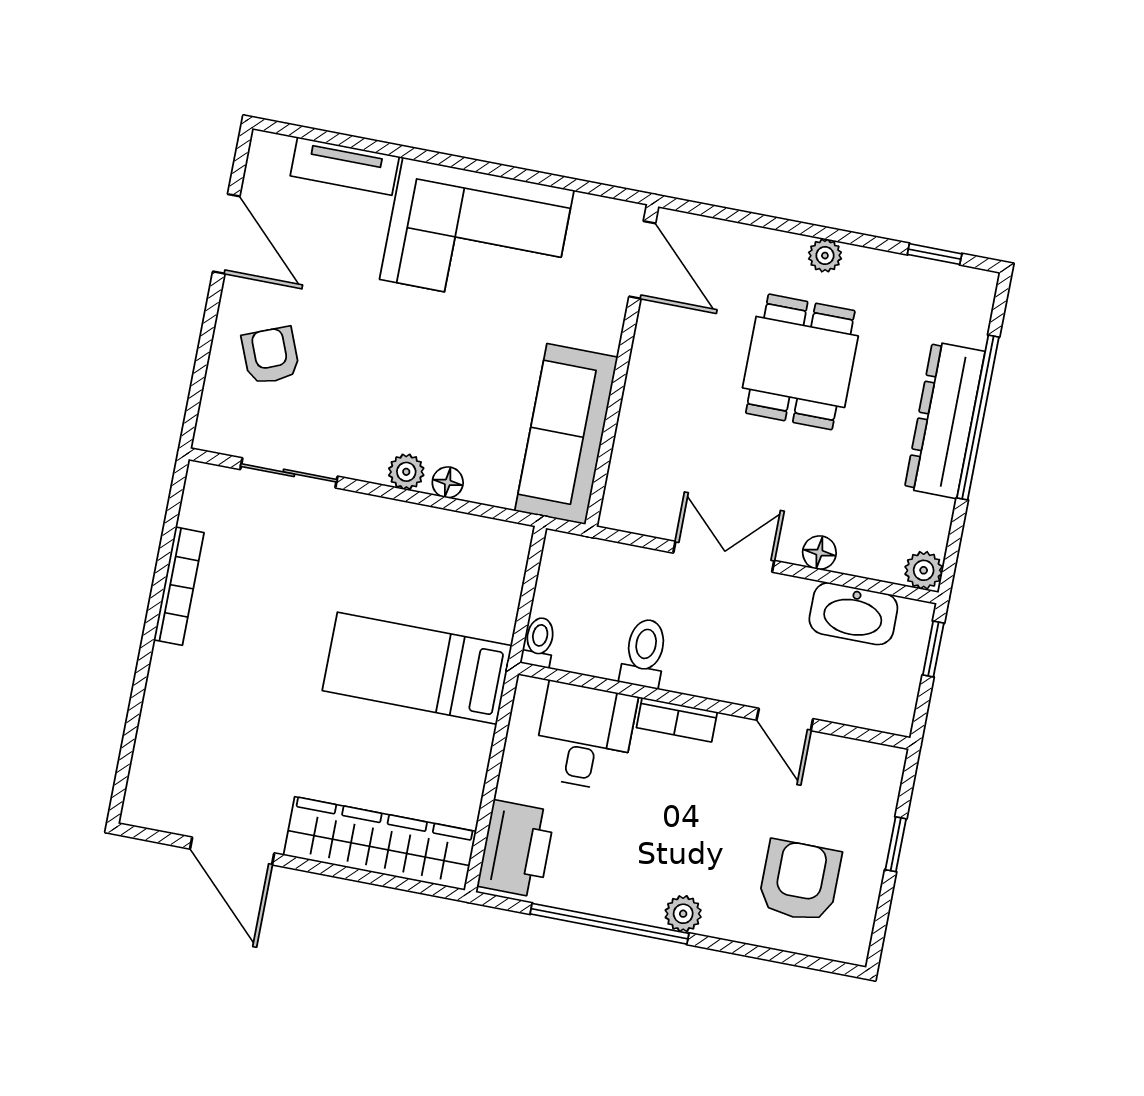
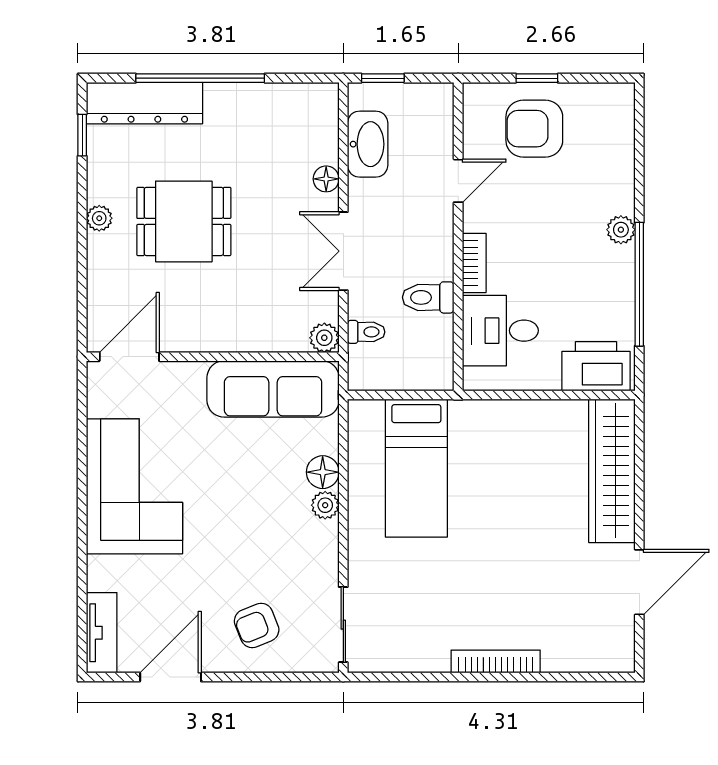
tv unit: (345, 166) -> (102, 633), moved
dresser: (945, 420) -> (144, 103), moved
sliding door: (289, 473) -> (343, 625), moved
floor lamp: (448, 482) -> (323, 472), width x1.37, depth x1.37
plant: (924, 570) -> (324, 338), moved
bookcase: (179, 586) -> (496, 661), moved
toilet: (539, 642) -> (366, 332), moved, turned 180
bed: (417, 668) -> (416, 468), moved
armchair: (800, 881) -> (534, 129), moved

